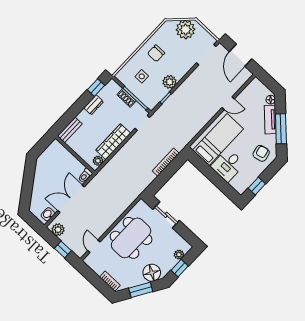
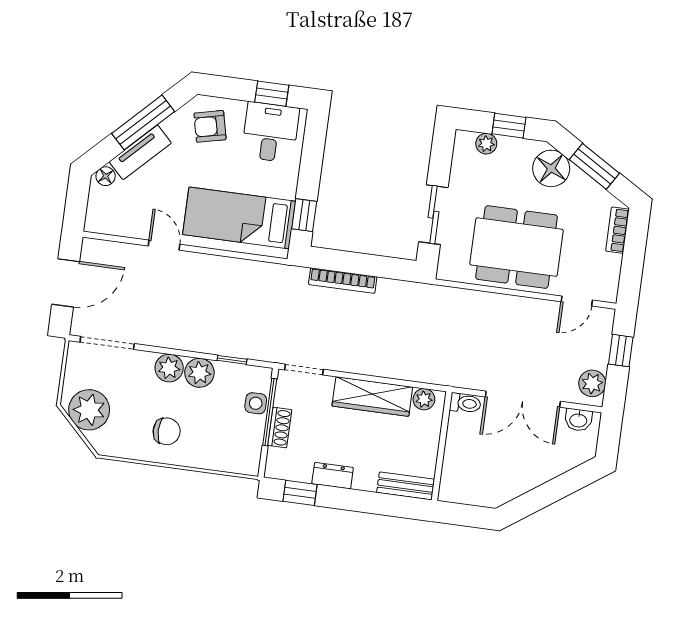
plant: (180, 72) -> (169, 368), added
side table: (142, 76) -> (256, 403), moved
window: (201, 165) -> (304, 215), added
desk: (228, 165) -> (270, 132), moved, turned -90

